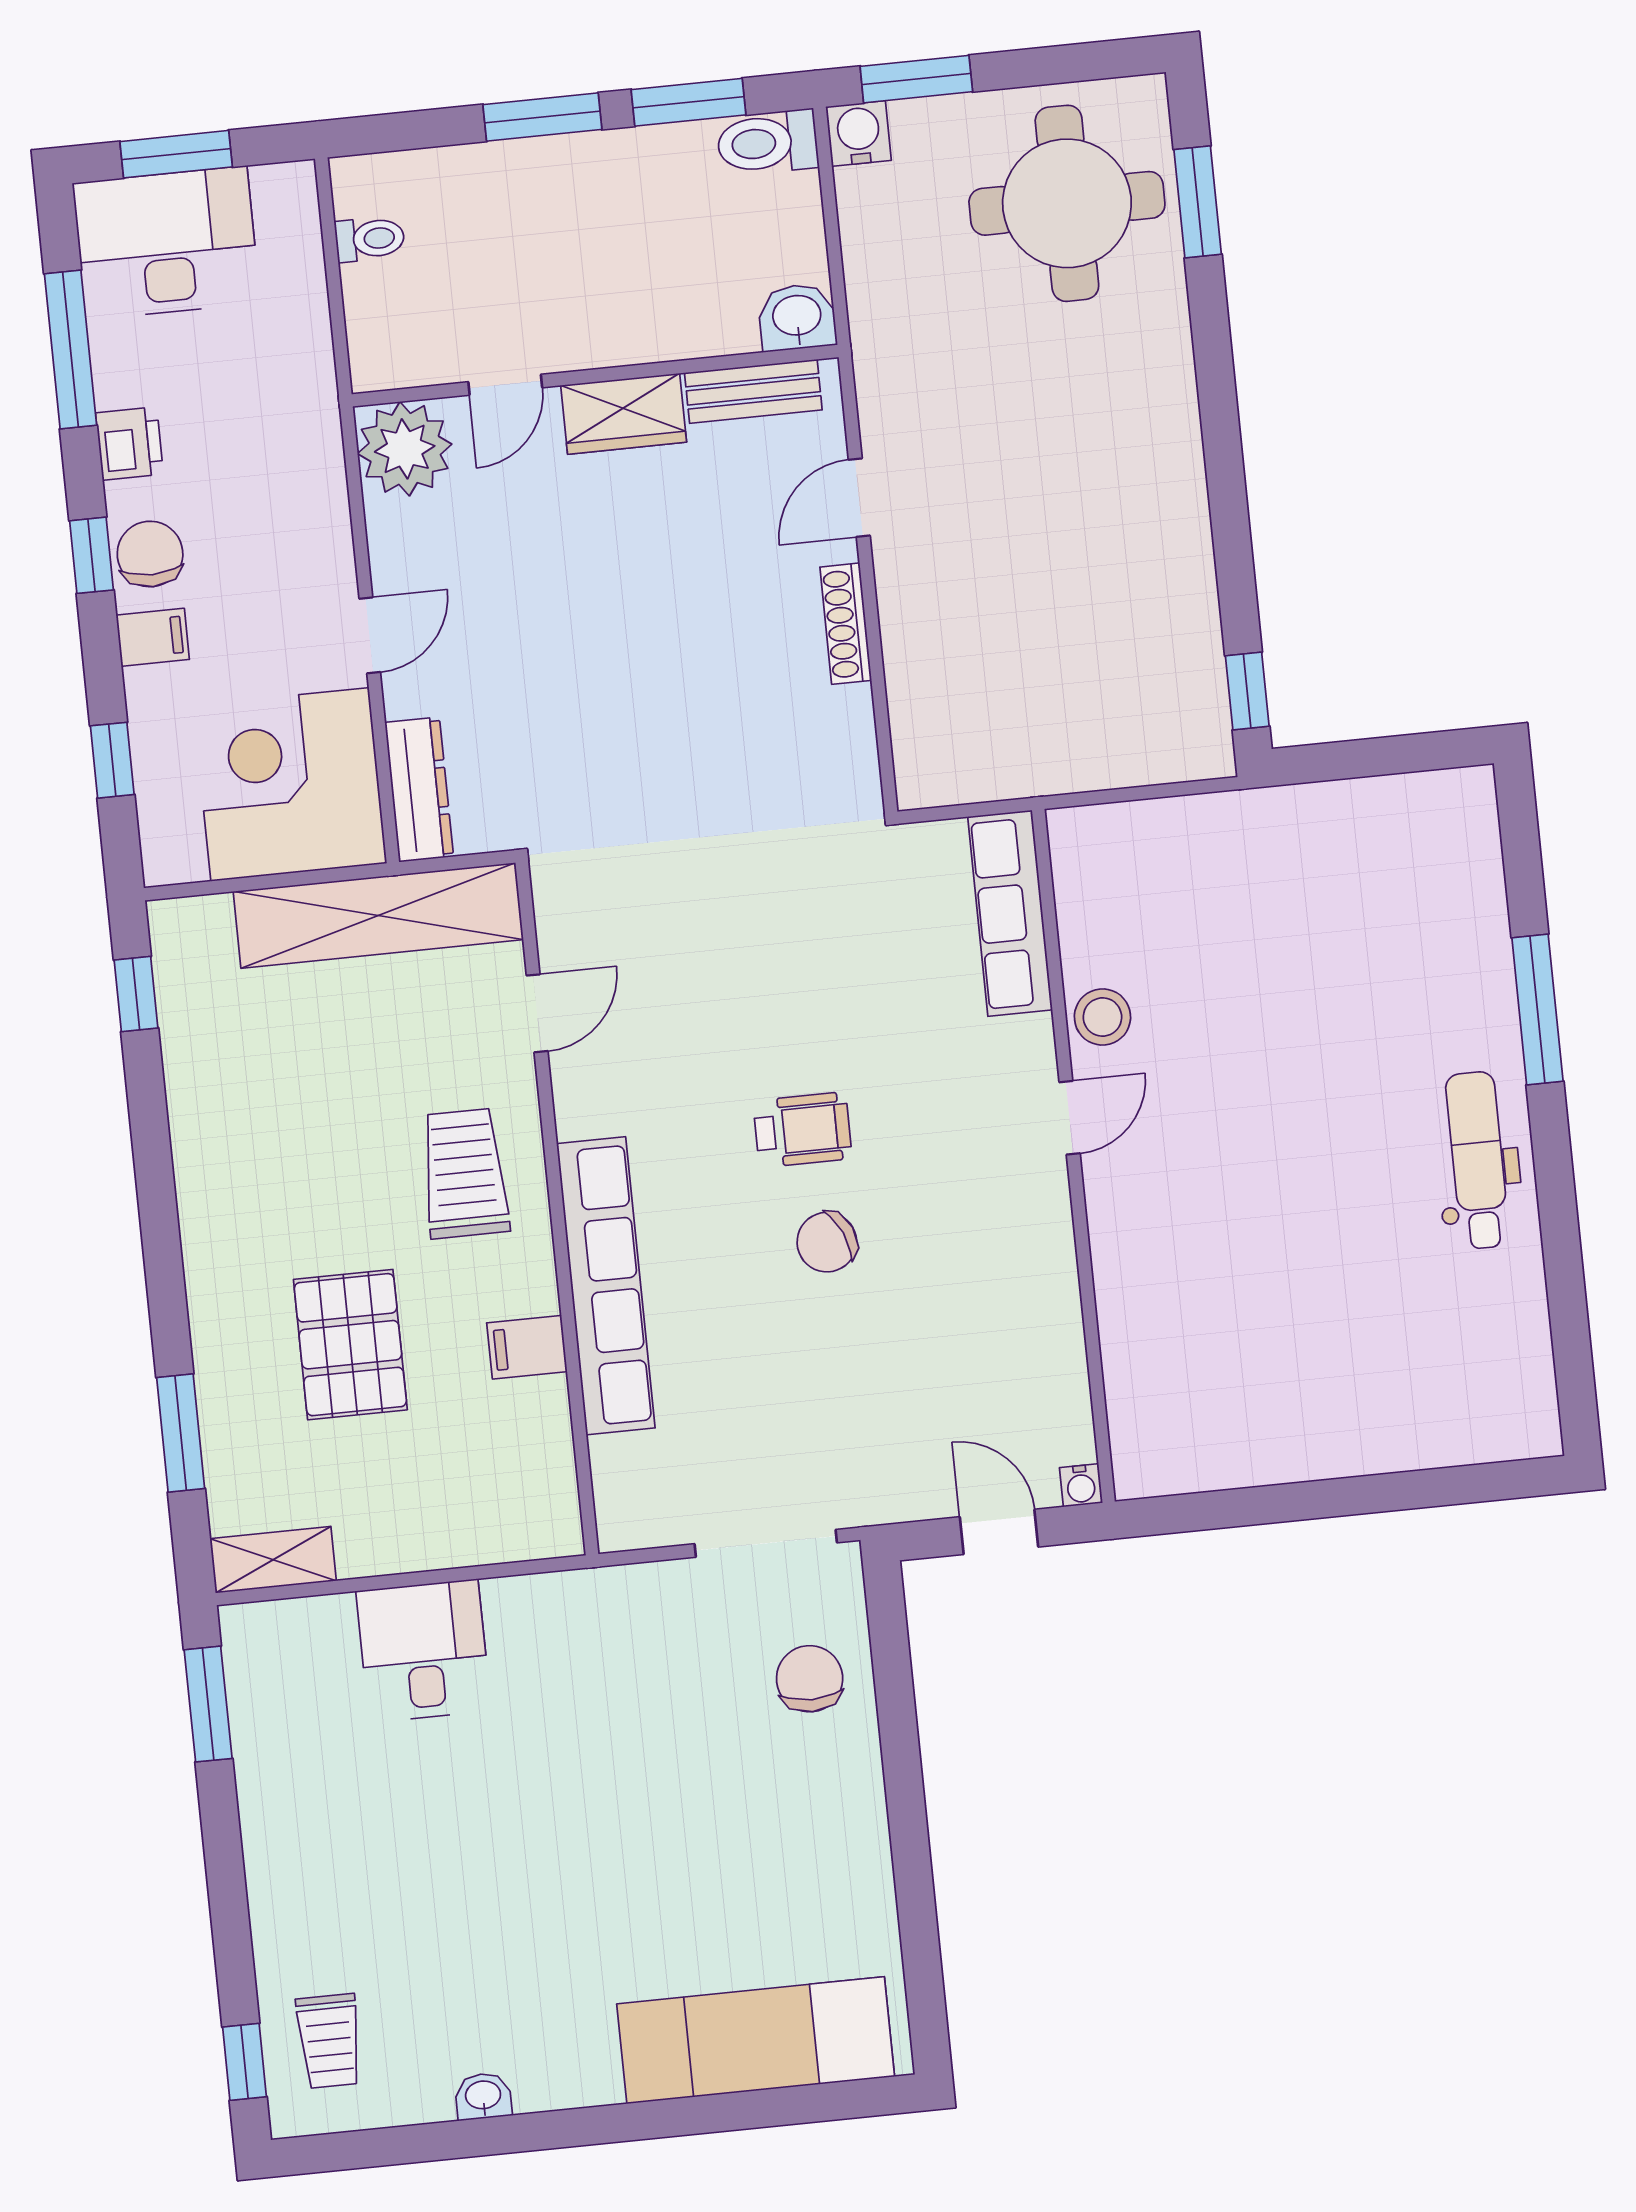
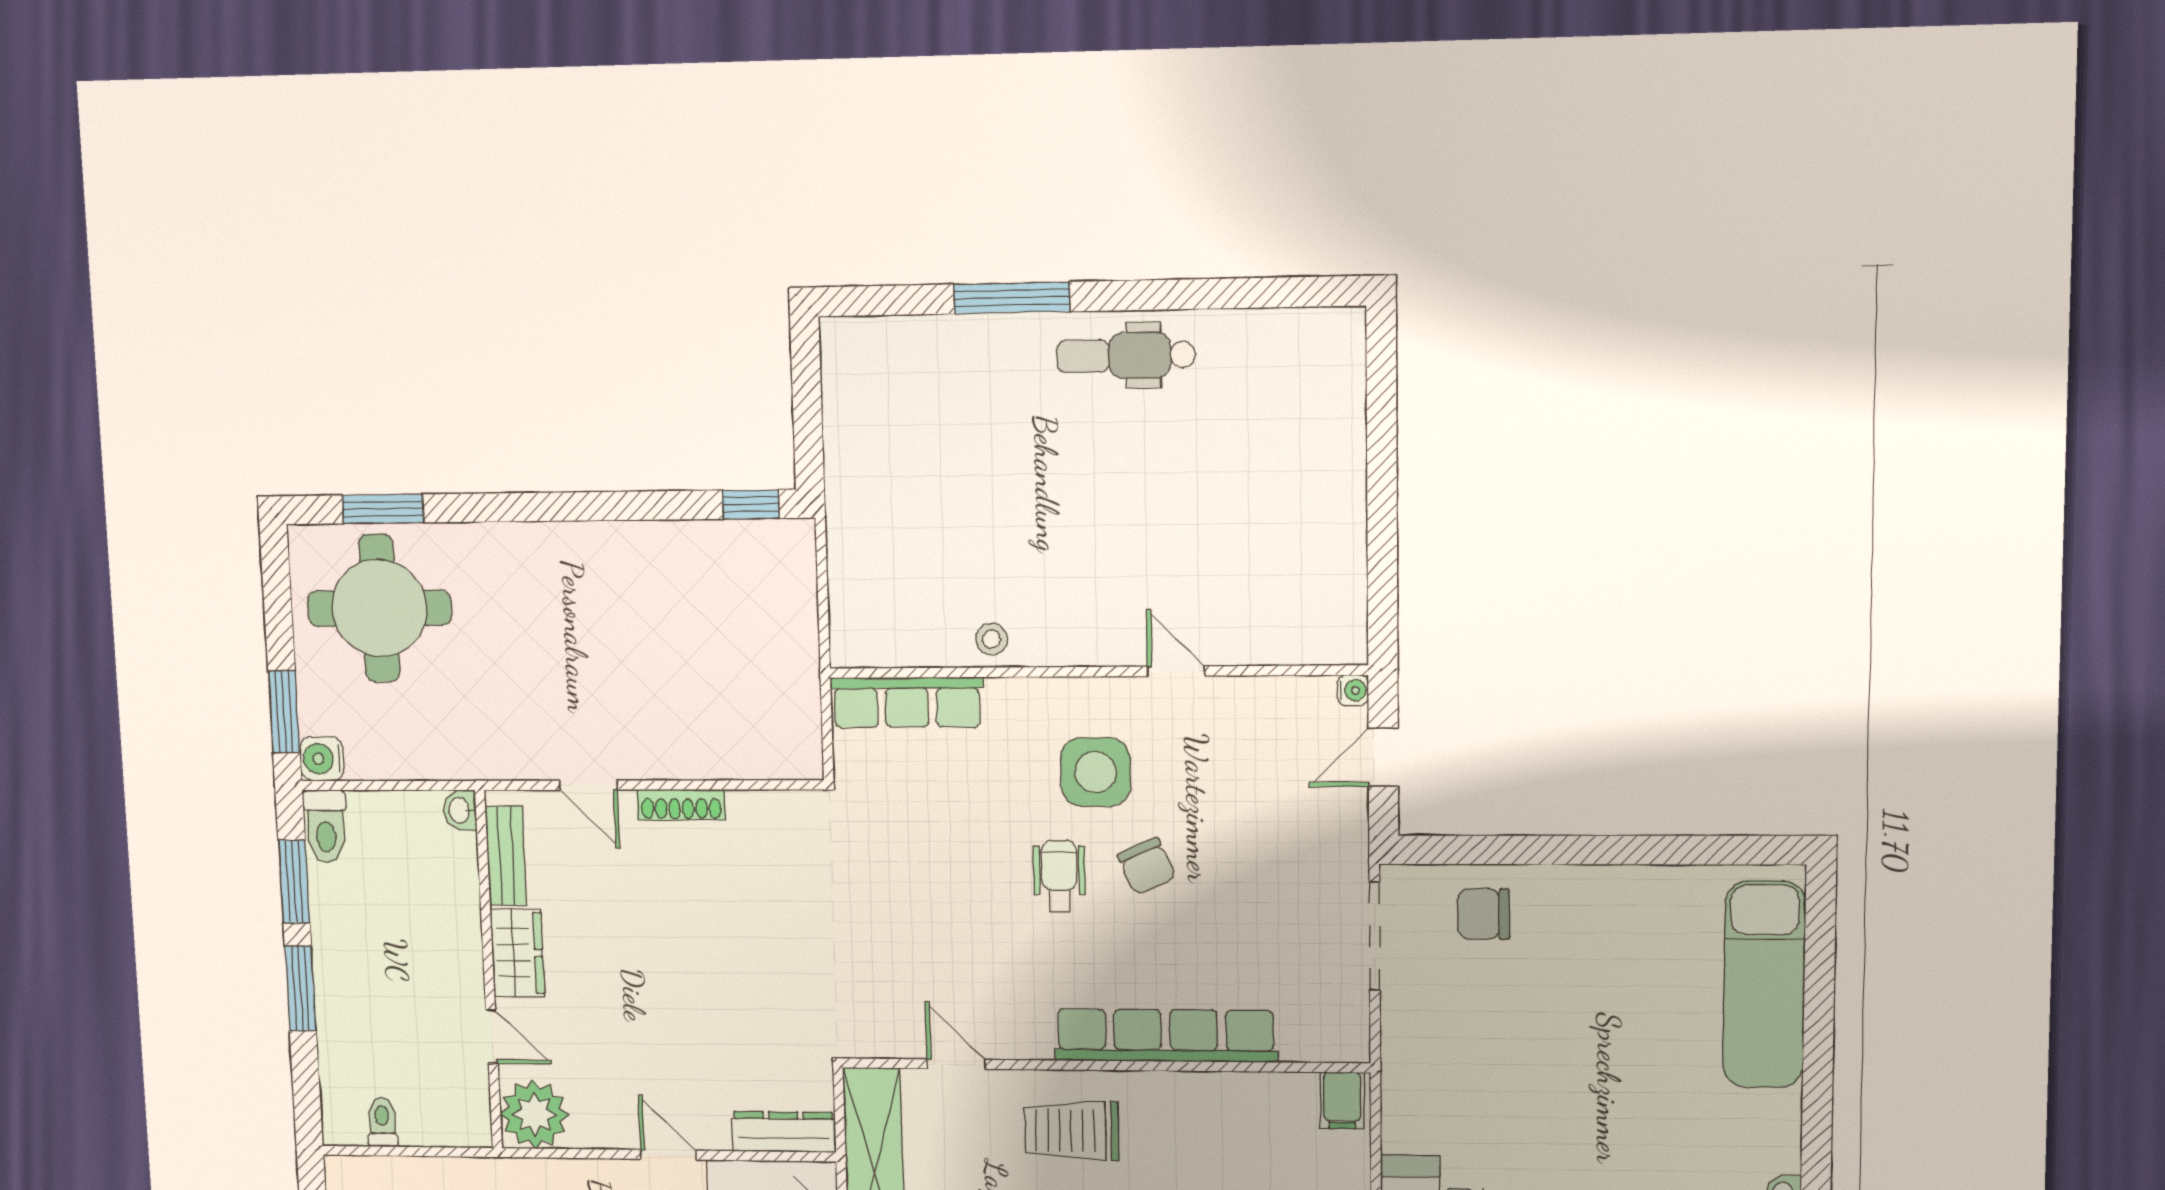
washbasin: (797, 317) -> (460, 810), width x0.72, depth x0.69
stool: (1102, 1017) -> (991, 639), width x0.73, depth x0.73
door: (1070, 1118) -> (1176, 671), moved
side table: (943, 1166) -> (1096, 772), added
filing cabinet: (527, 1347) -> (1342, 1100), moved

